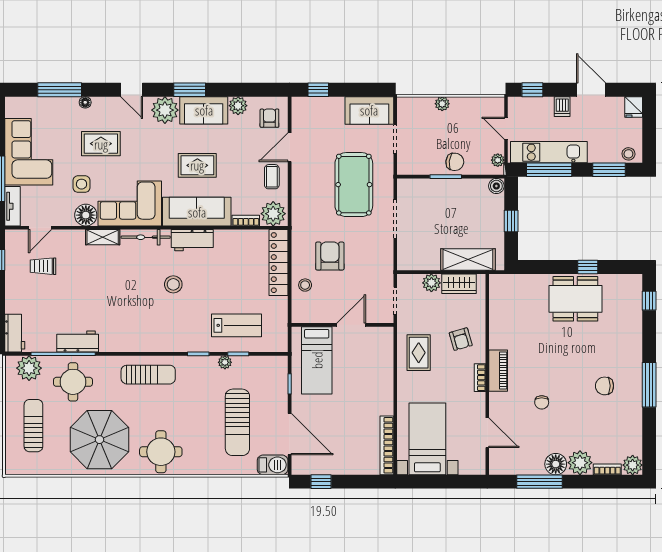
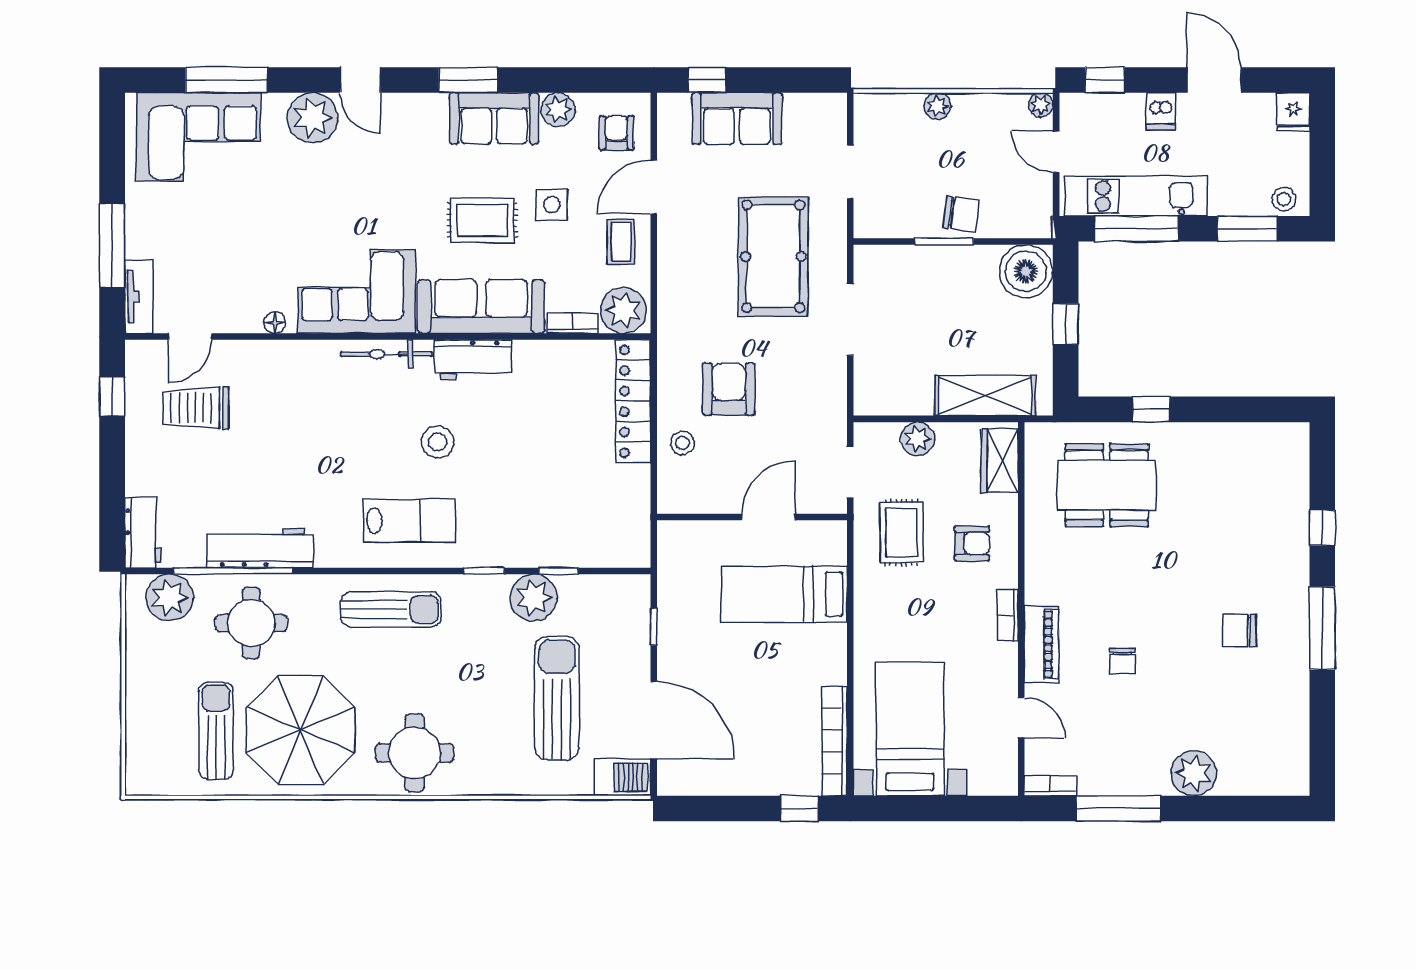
floor lamp: (85, 102) -> (274, 103), removed
plant: (165, 110) -> (312, 118), moved
sofa: (369, 110) -> (737, 119), moved
rug: (101, 144) -> (303, 180), removed
corner sofa: (29, 152) -> (198, 137), moved, turned 90
plant: (498, 160) -> (1041, 105), moved
side table: (82, 184) -> (552, 205), moved
boiler: (496, 186) -> (1026, 271), width x1.86, depth x1.86
floor lamp: (86, 215) -> (275, 323), width x0.53, depth x0.53
shelving: (103, 237) -> (306, 354), removed
trolley: (43, 266) -> (196, 408), width x1.36, depth x1.39
window: (588, 267) -> (1151, 409), moved
wardrobe: (459, 284) -> (1000, 461), moved, turned 90
dining table: (575, 299) -> (1107, 485), moved
window: (649, 301) -> (1322, 528), moved
lab bench: (237, 325) -> (409, 521), moved
armchair: (461, 339) -> (972, 543), turned -74
workbench: (78, 341) -> (260, 548), width x1.38
rug: (419, 353) -> (901, 533), moved
bed: (317, 360) -> (784, 594), moved, turned 90
plant: (225, 362) -> (534, 598), width x1.87, depth x1.87
piano: (498, 371) -> (1042, 644), moved
sun lounger: (237, 422) -> (557, 698), turned 180
sun lounger: (33, 426) -> (216, 731), moved
door: (487, 433) -> (1021, 718), width x0.73
floor lamp: (556, 464) -> (1148, 776), removed
plant: (633, 465) -> (1291, 778), removed
bookcase: (607, 469) -> (1050, 786), moved
window: (321, 482) -> (799, 808), moved

